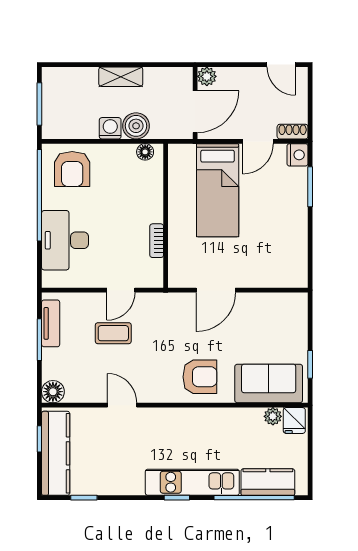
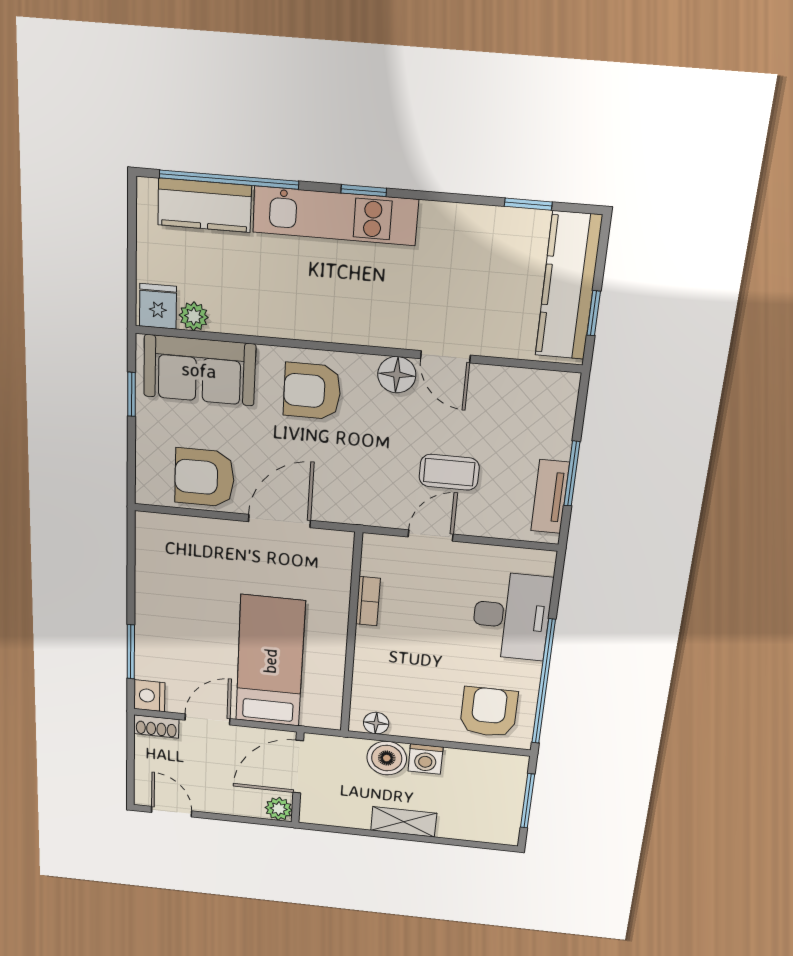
armchair: (264, 315) -> (204, 478), added
floor lamp: (53, 392) -> (397, 375), moved

